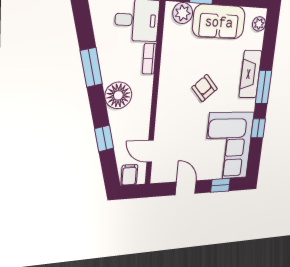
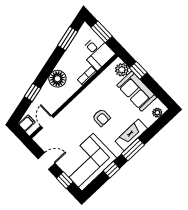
window: (91, 67) -> (68, 38), moved
armchair: (205, 88) -> (101, 118), turned 132
door: (186, 188) -> (47, 161), hinge flipped

